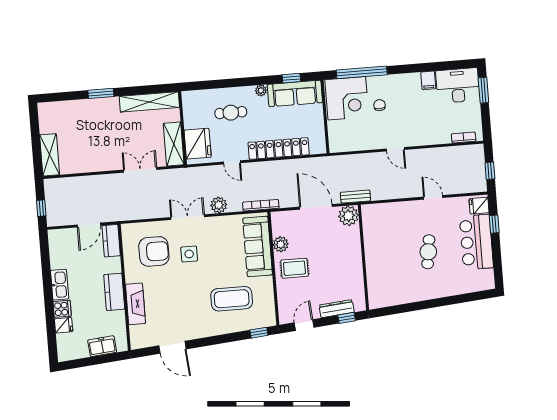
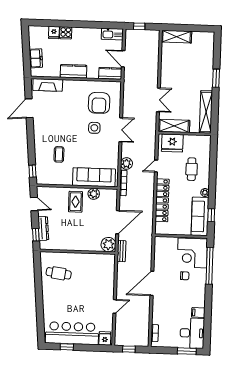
door: (395, 149) -> (152, 283), width x1.87
plant: (219, 205) -> (126, 164), moved
window: (494, 224) -> (67, 347), moved
bar counter: (476, 242) -> (72, 333), width x1.36
cafe table: (428, 252) -> (59, 273), moved
kitchen sink: (60, 285) -> (112, 34), moved
coffee table: (232, 299) -> (59, 154), width x0.54, depth x0.58
fireplace: (136, 304) -> (48, 85), moved

